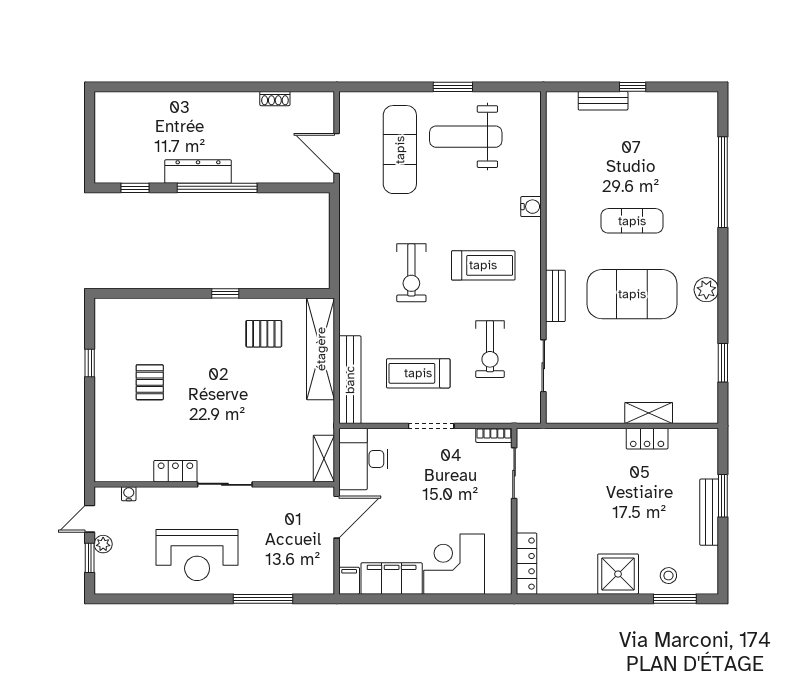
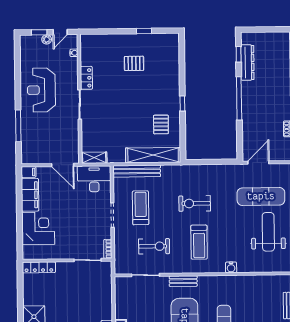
dresser: (198, 172) -> (247, 62), moved
exercise bike: (490, 349) -> (154, 246), turned 180
door: (90, 519) -> (60, 32), swing flipped

